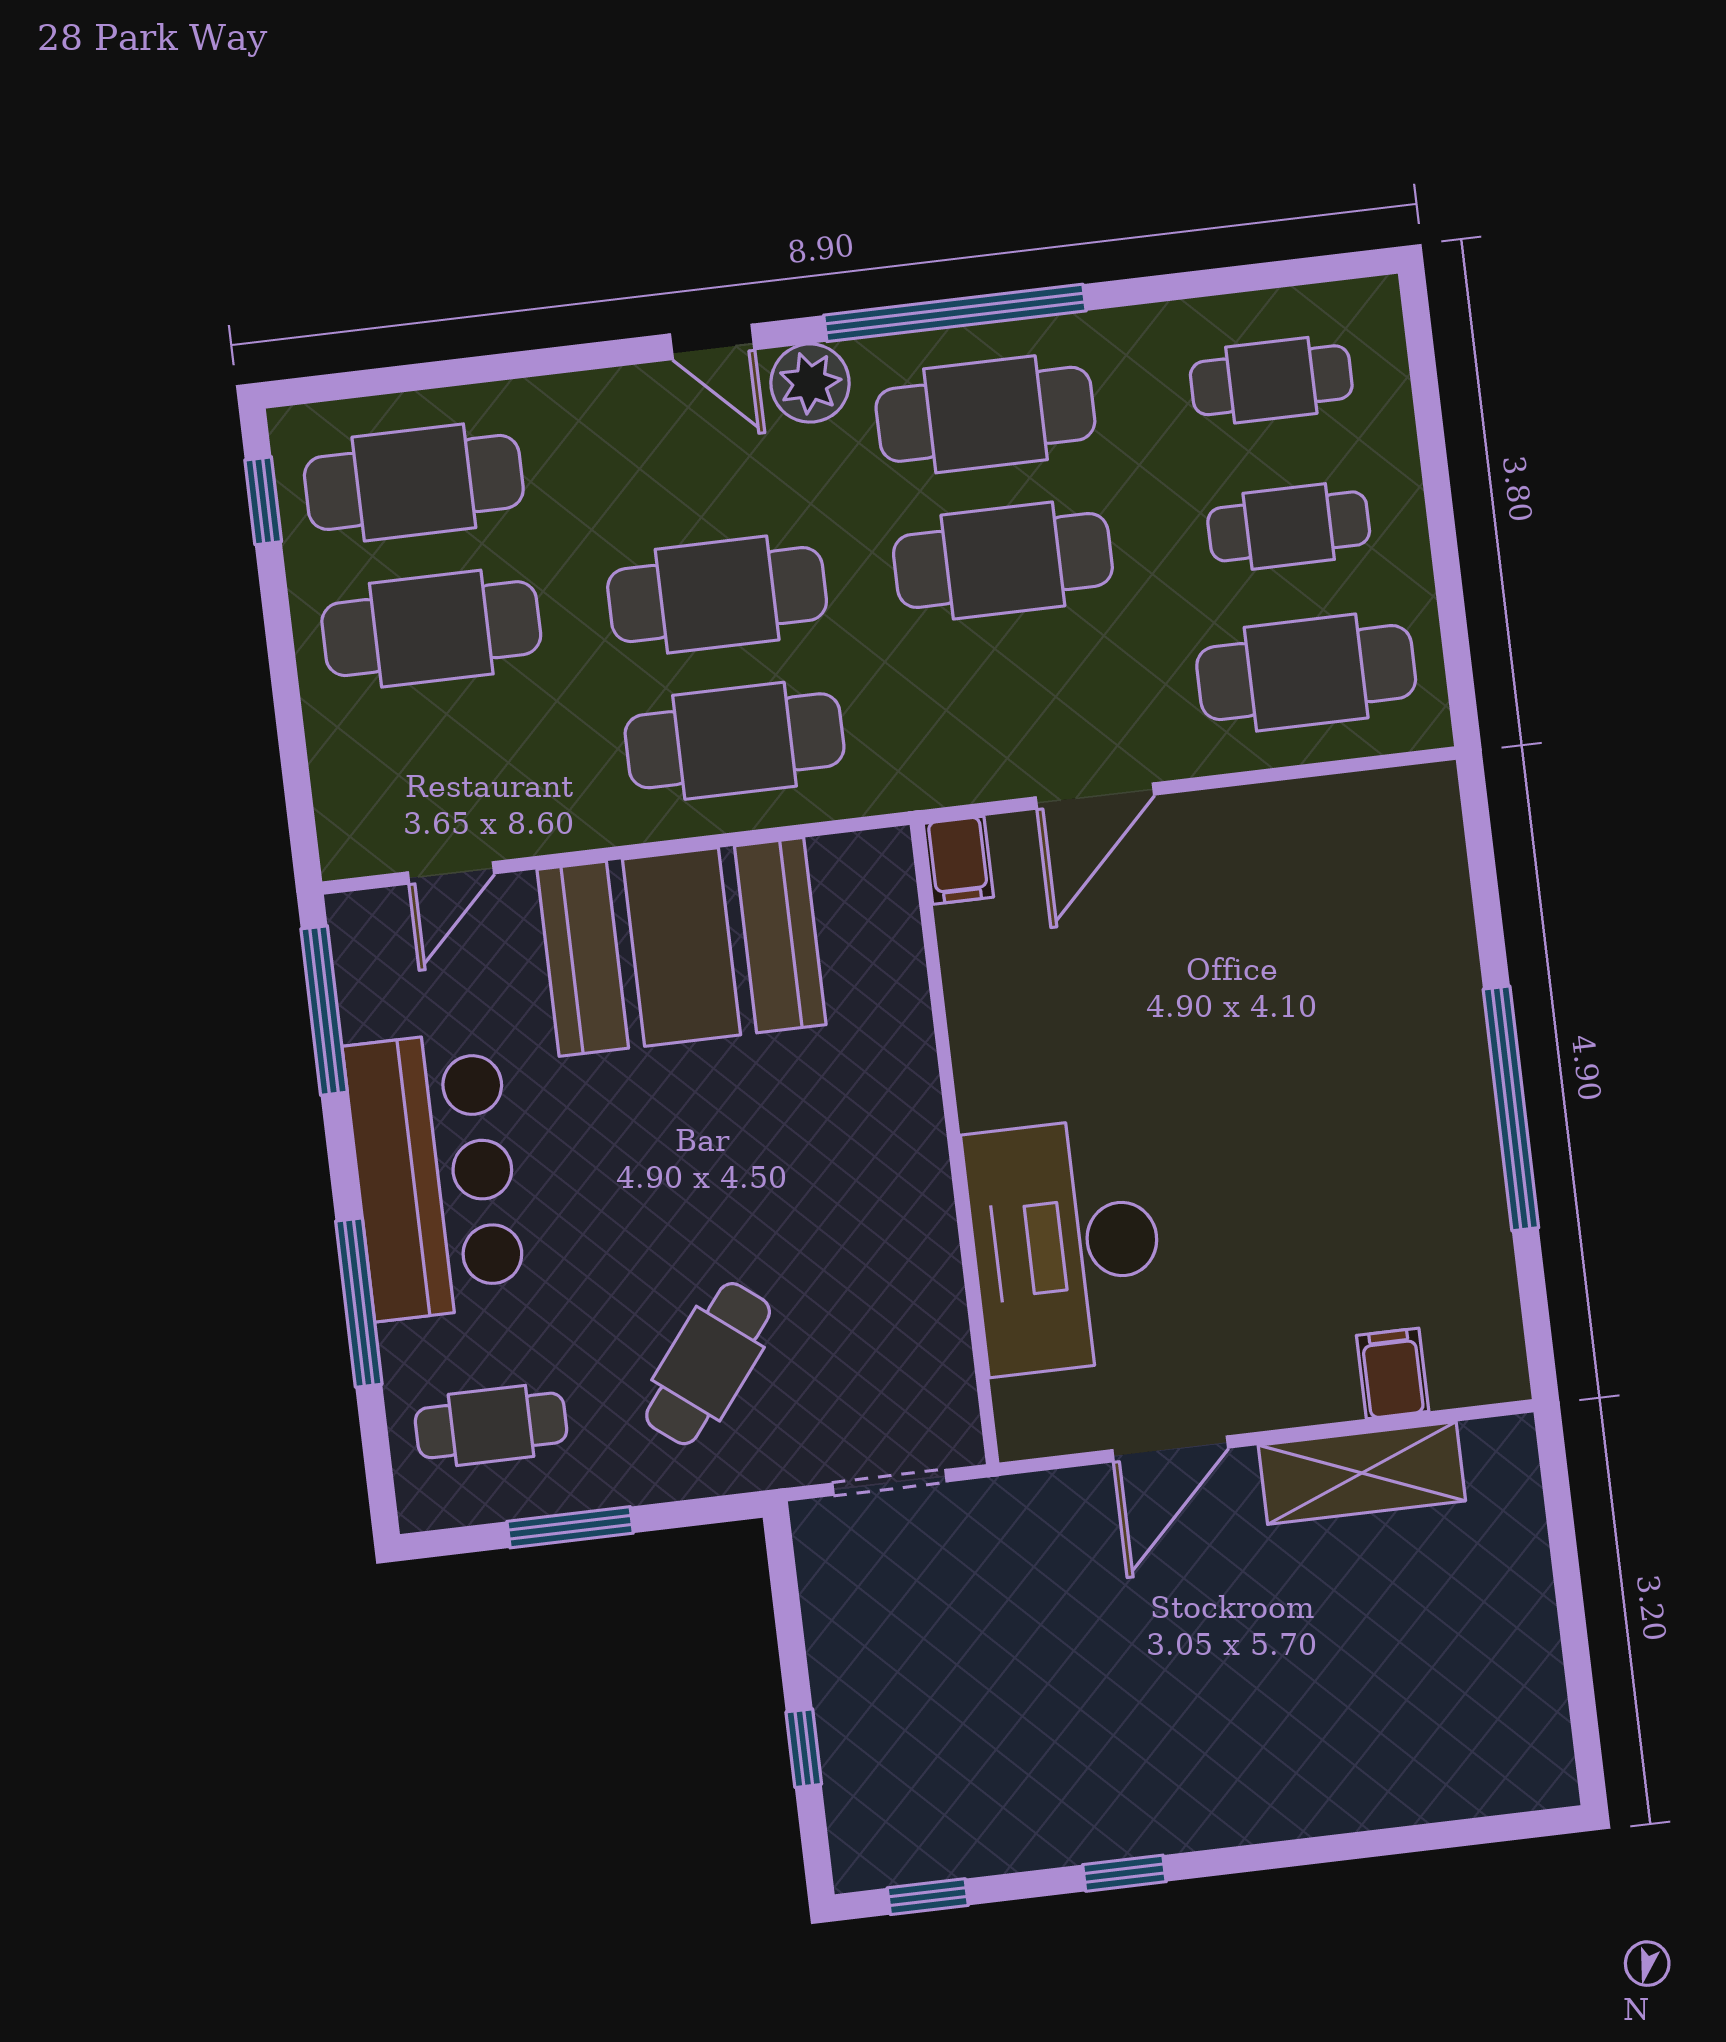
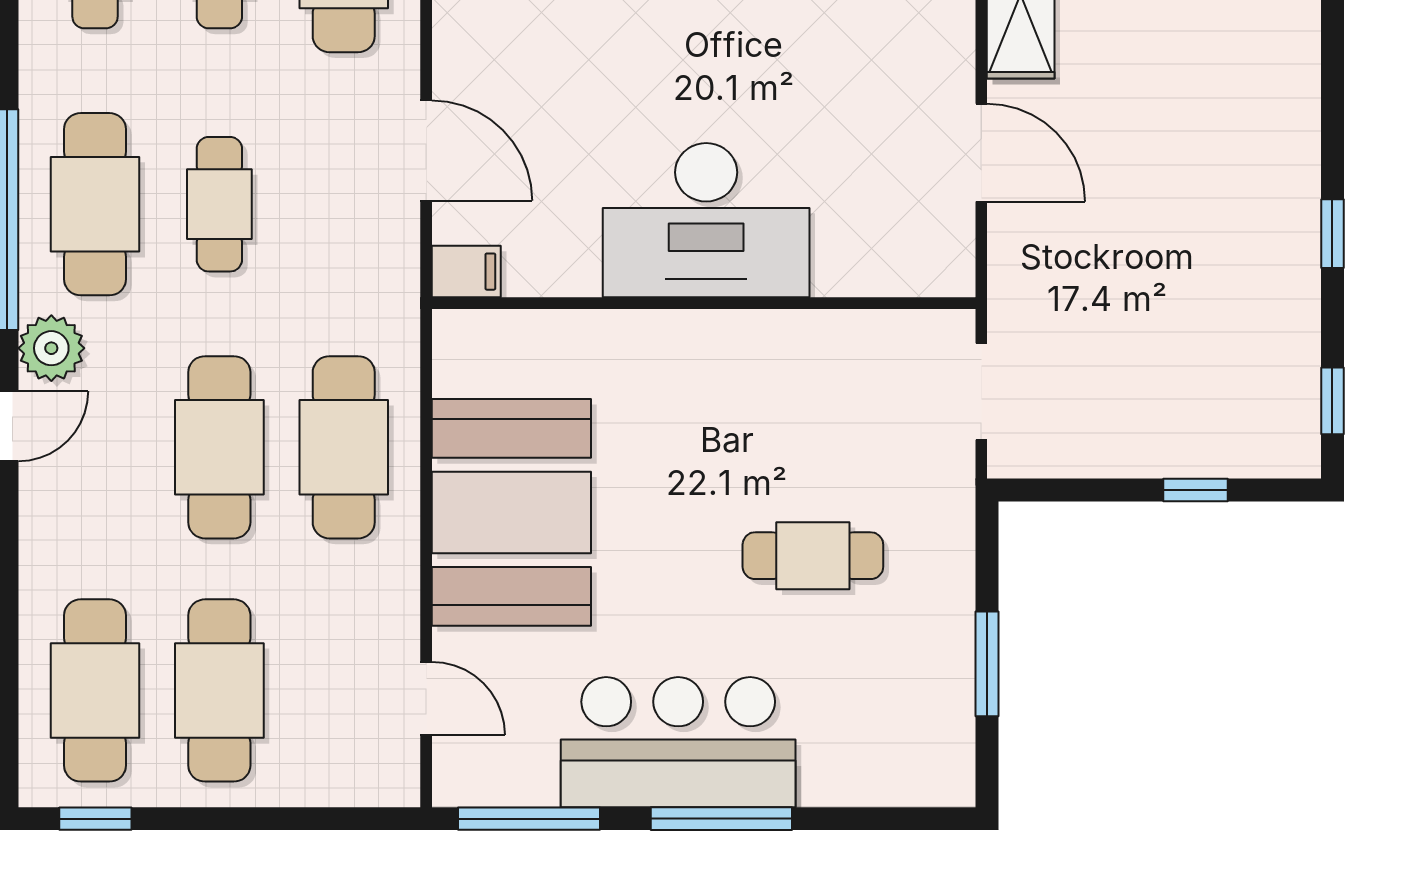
cafe table: (1003, 560) -> (219, 204), width x0.73, depth x0.74
desk: (1066, 1246) -> (706, 220), moved
window: (359, 1303) -> (721, 819), moved
cafe table: (708, 1364) -> (813, 556), moved, turned -38
cafe table: (491, 1425) -> (894, 720), removed

